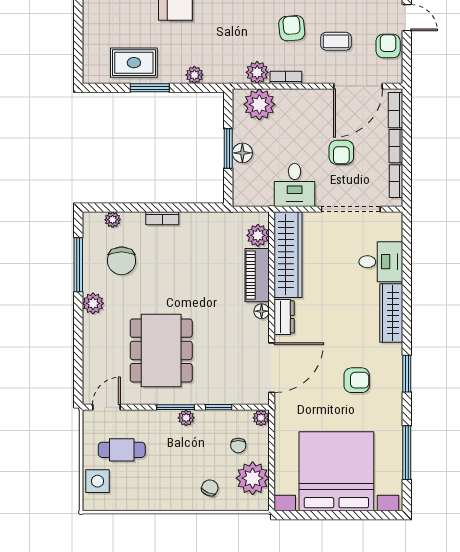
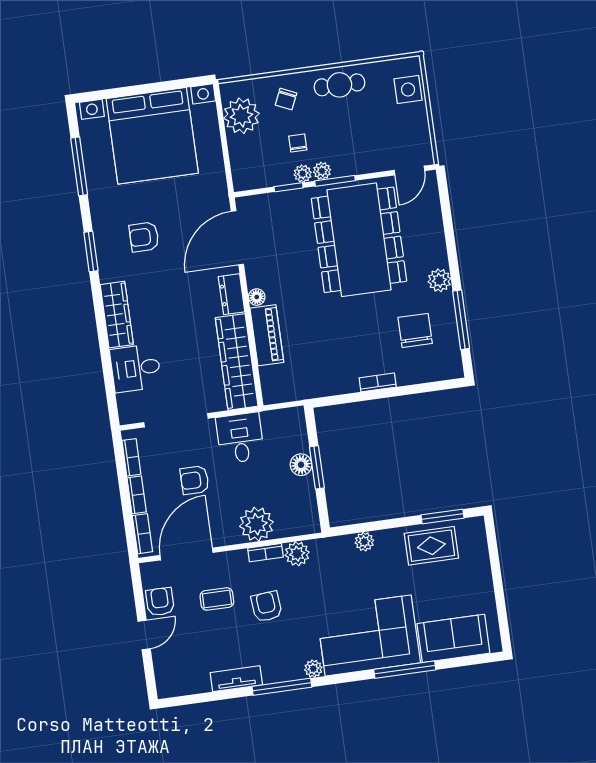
door: (407, 18) -> (144, 635), swing flipped
armchair: (292, 28) -> (266, 606), turned 180
armchair: (388, 46) -> (160, 602), turned 180
window: (150, 88) -> (442, 517), moved
plant: (259, 104) -> (256, 524), moved
armchair: (341, 152) -> (195, 480), turned -90
plant: (113, 220) -> (431, 373), removed
plant: (258, 235) -> (272, 378), removed
dining table: (161, 350) -> (359, 240), width x1.36, depth x1.24
plant: (261, 418) -> (303, 174), moved
chair: (238, 445) -> (298, 143), moved
cafe table: (122, 450) -> (339, 85), moved

